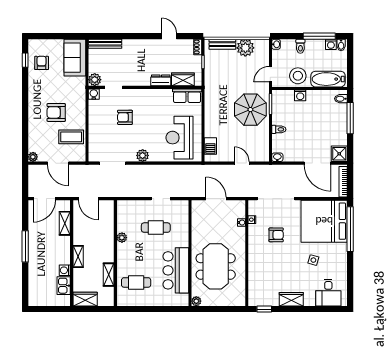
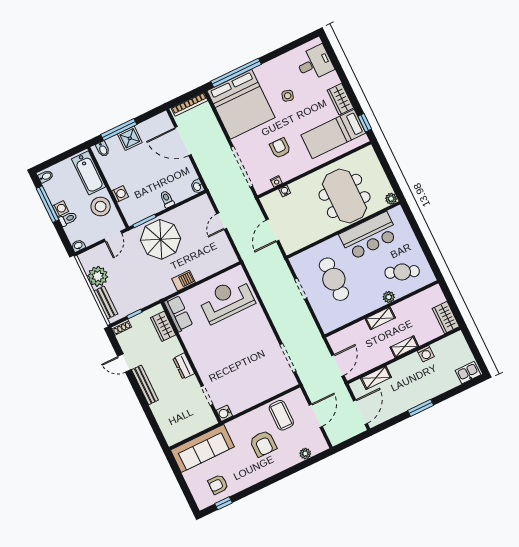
door: (169, 36) -> (124, 363), hinge flipped
bench: (105, 44) -> (145, 385), moved
washing machine: (331, 44) -> (60, 209), moved
sofa: (75, 58) -> (202, 448), width x1.36
door: (270, 74) -> (113, 236), hinge flipped
plant: (95, 80) -> (209, 420), removed
dresser: (161, 80) -> (184, 366), moved
armchair: (125, 117) -> (233, 368), removed
reception desk: (180, 138) -> (227, 300), turned 180
barbecue: (210, 146) -> (183, 281), moved
shower: (339, 154) -> (130, 138), moved
plant: (143, 155) -> (264, 330), removed
plant: (33, 157) -> (305, 454), moved
door: (317, 163) -> (183, 141), swing flipped
door: (44, 199) -> (360, 412), hinge flipped
cafe table: (156, 228) -> (334, 279), width x1.37, depth x1.35
plant: (122, 238) -> (389, 297), moved
window: (25, 246) -> (421, 408), width x0.69
meeting table: (216, 266) -> (344, 196), turned 90
shelving: (109, 275) -> (380, 318), moved
bed: (267, 281) -> (333, 134), added
cafe table: (136, 282) -> (402, 272), turned -68
kitchen sink: (64, 286) -> (468, 373), moved, turned 180

